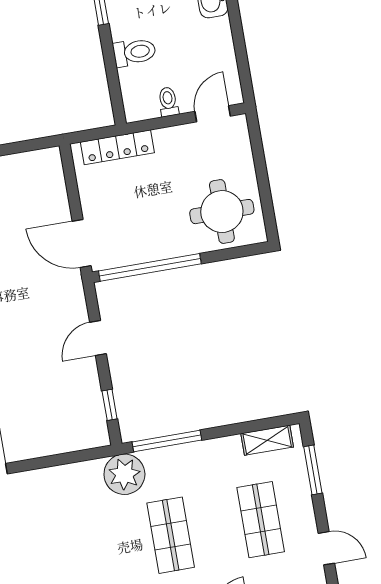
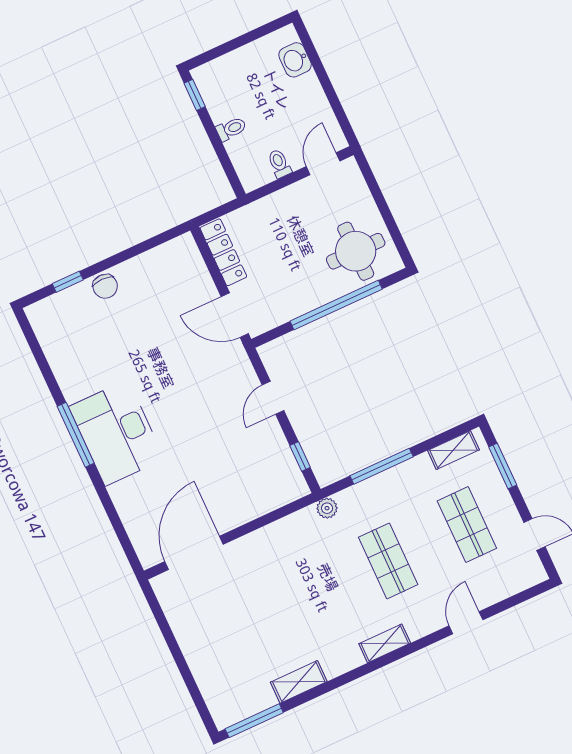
toilet: (134, 52) -> (231, 129), width x0.73, depth x0.72
locker: (117, 147) -> (223, 252), moved, turned -90
window: (150, 267) -> (336, 305), moved
window: (167, 441) -> (382, 466), moved
plant: (124, 474) -> (327, 508), width x0.53, depth x0.53

